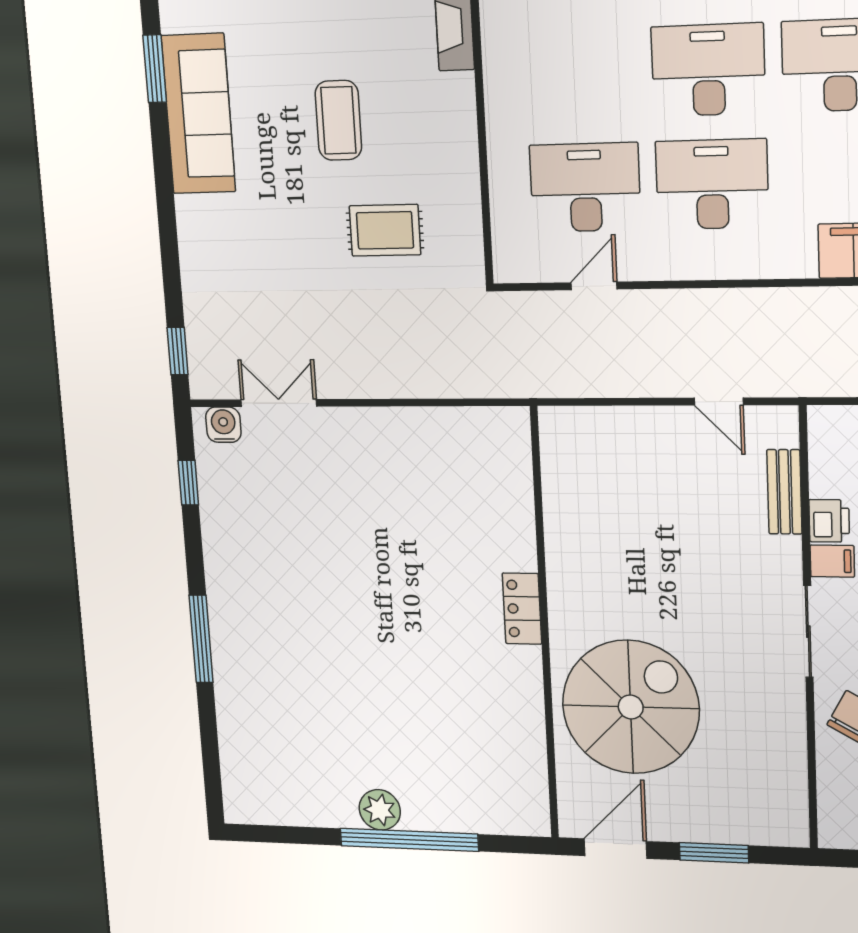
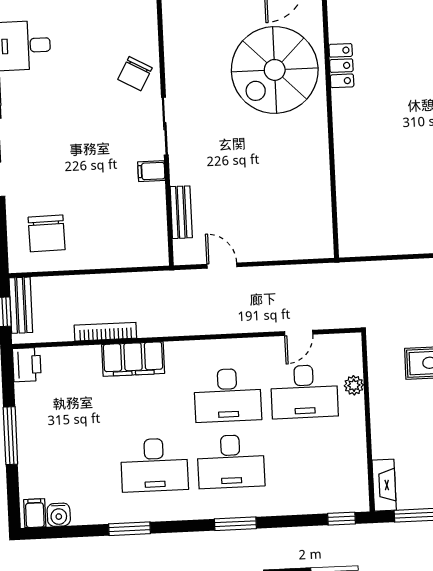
plant: (505, 196) -> (354, 385), added
printer: (829, 521) -> (154, 196), removed
locker: (522, 609) -> (341, 66), moved

